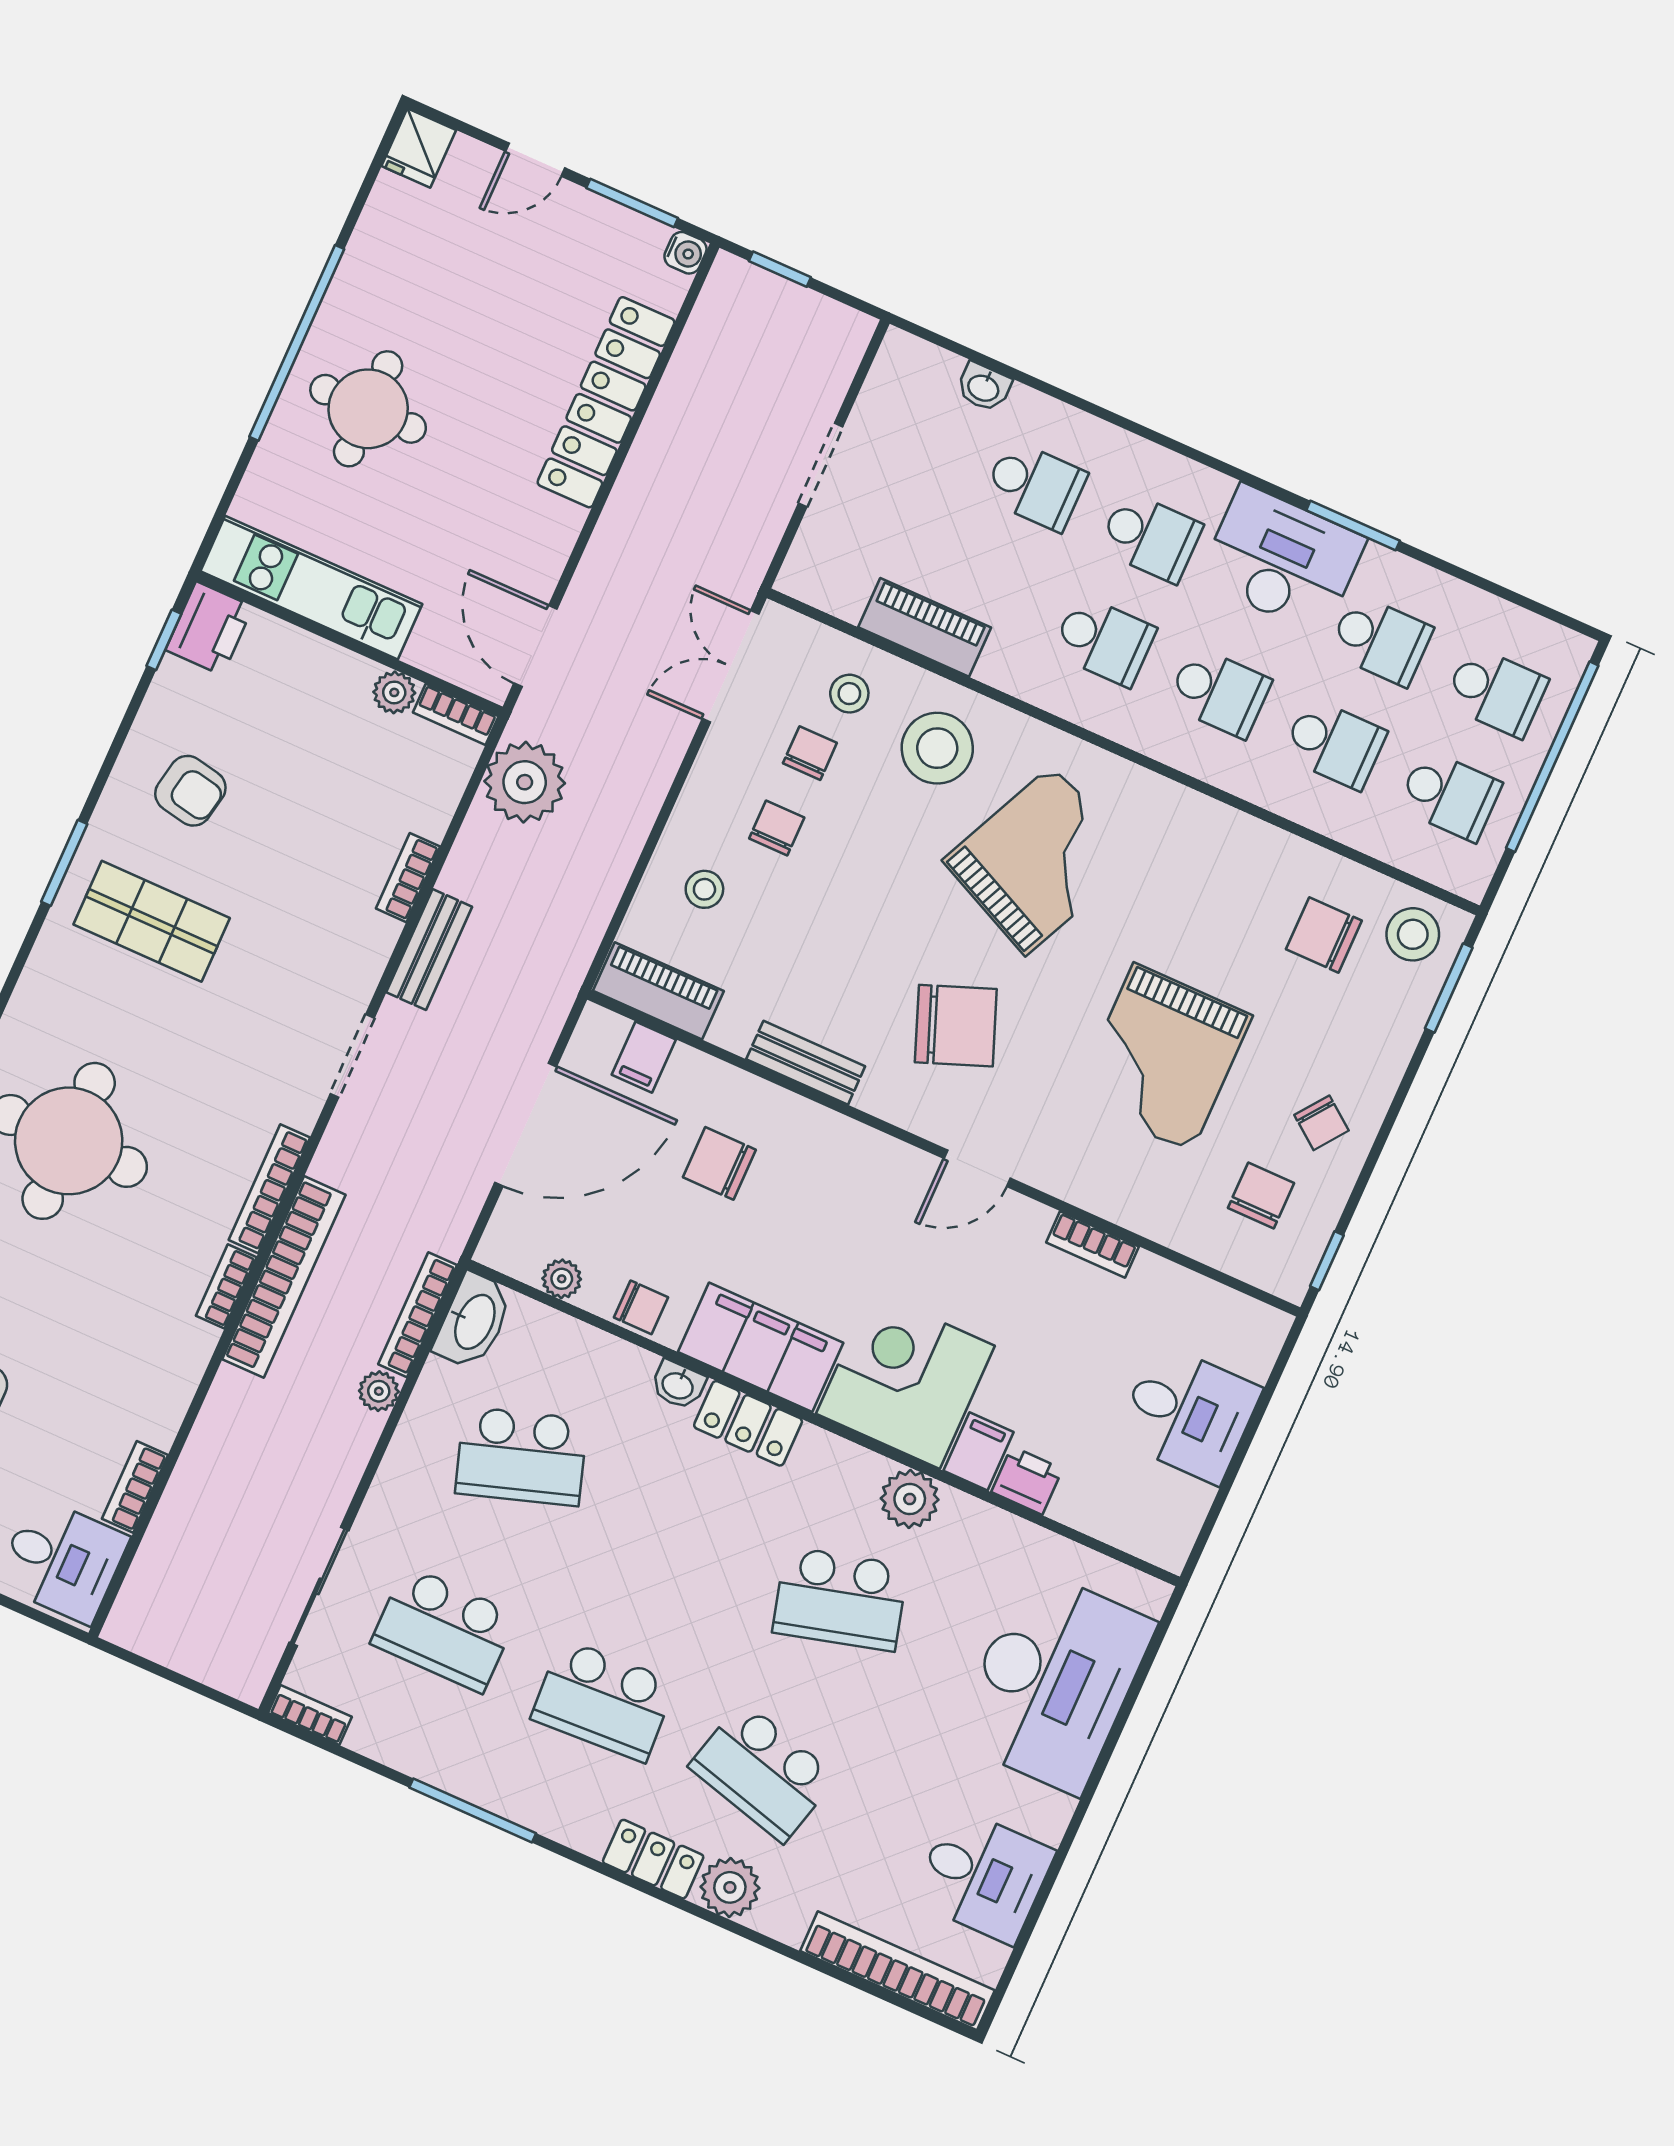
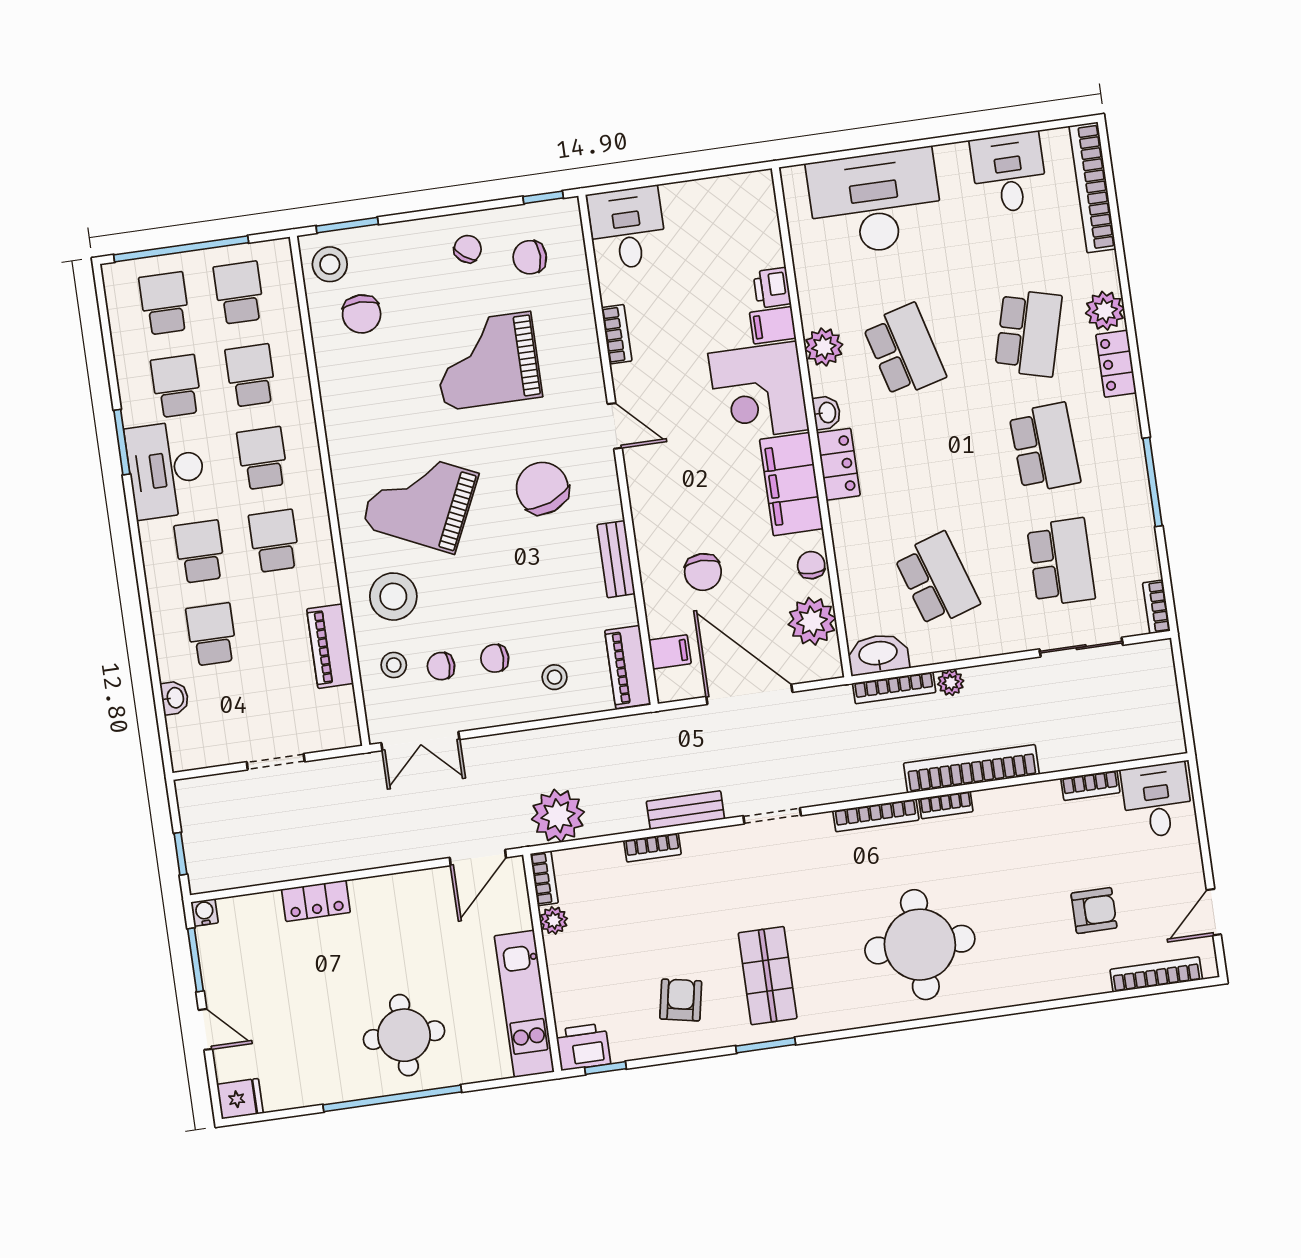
locker: (606, 402) -> (316, 901), width x0.46, depth x0.83
grand piano: (1163, 1058) -> (487, 361), turned 180
bookcase: (284, 1277) -> (971, 769), moved
plant: (562, 1279) -> (812, 621), width x1.88, depth x1.88
washbasin: (678, 1385) -> (827, 413), moved
desk: (1188, 1414) -> (627, 228), moved

